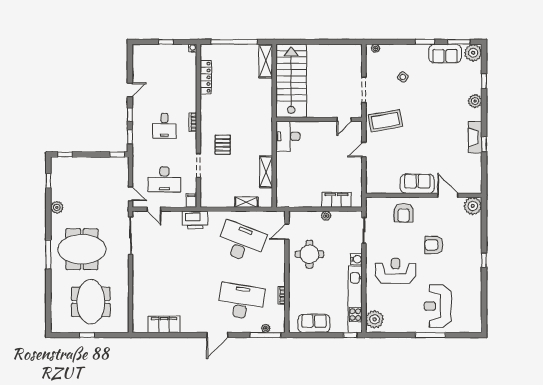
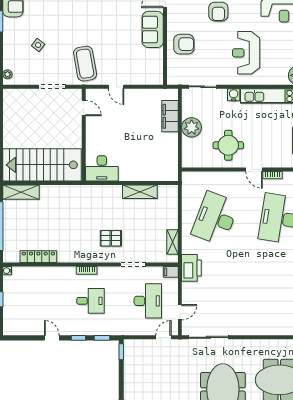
shelving: (246, 202) -> (172, 242), moved
plant: (326, 216) -> (192, 127), width x1.88, depth x1.88
door: (287, 232) -> (254, 169), moved

